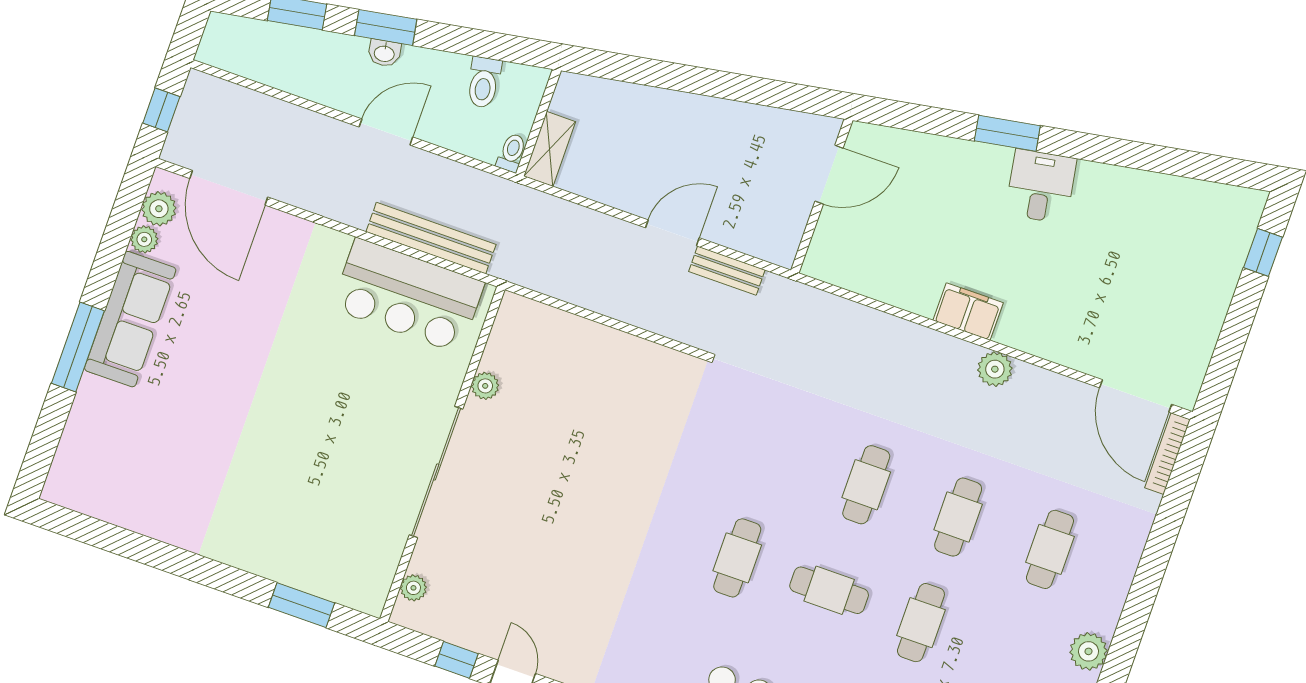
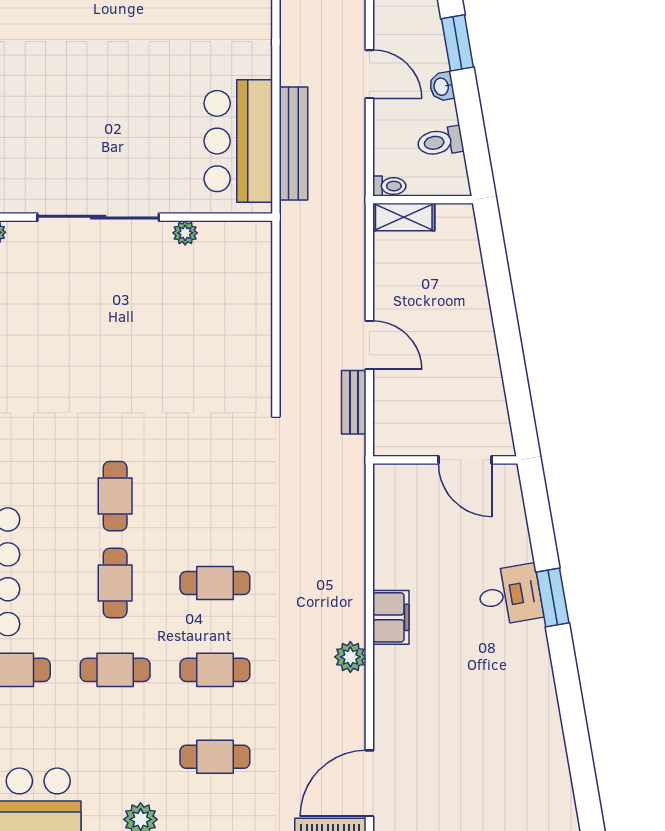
washbasin: (384, 53) -> (442, 87), moved
desk: (1041, 186) -> (510, 595), moved
cafe table: (737, 558) -> (115, 496), turned 90

